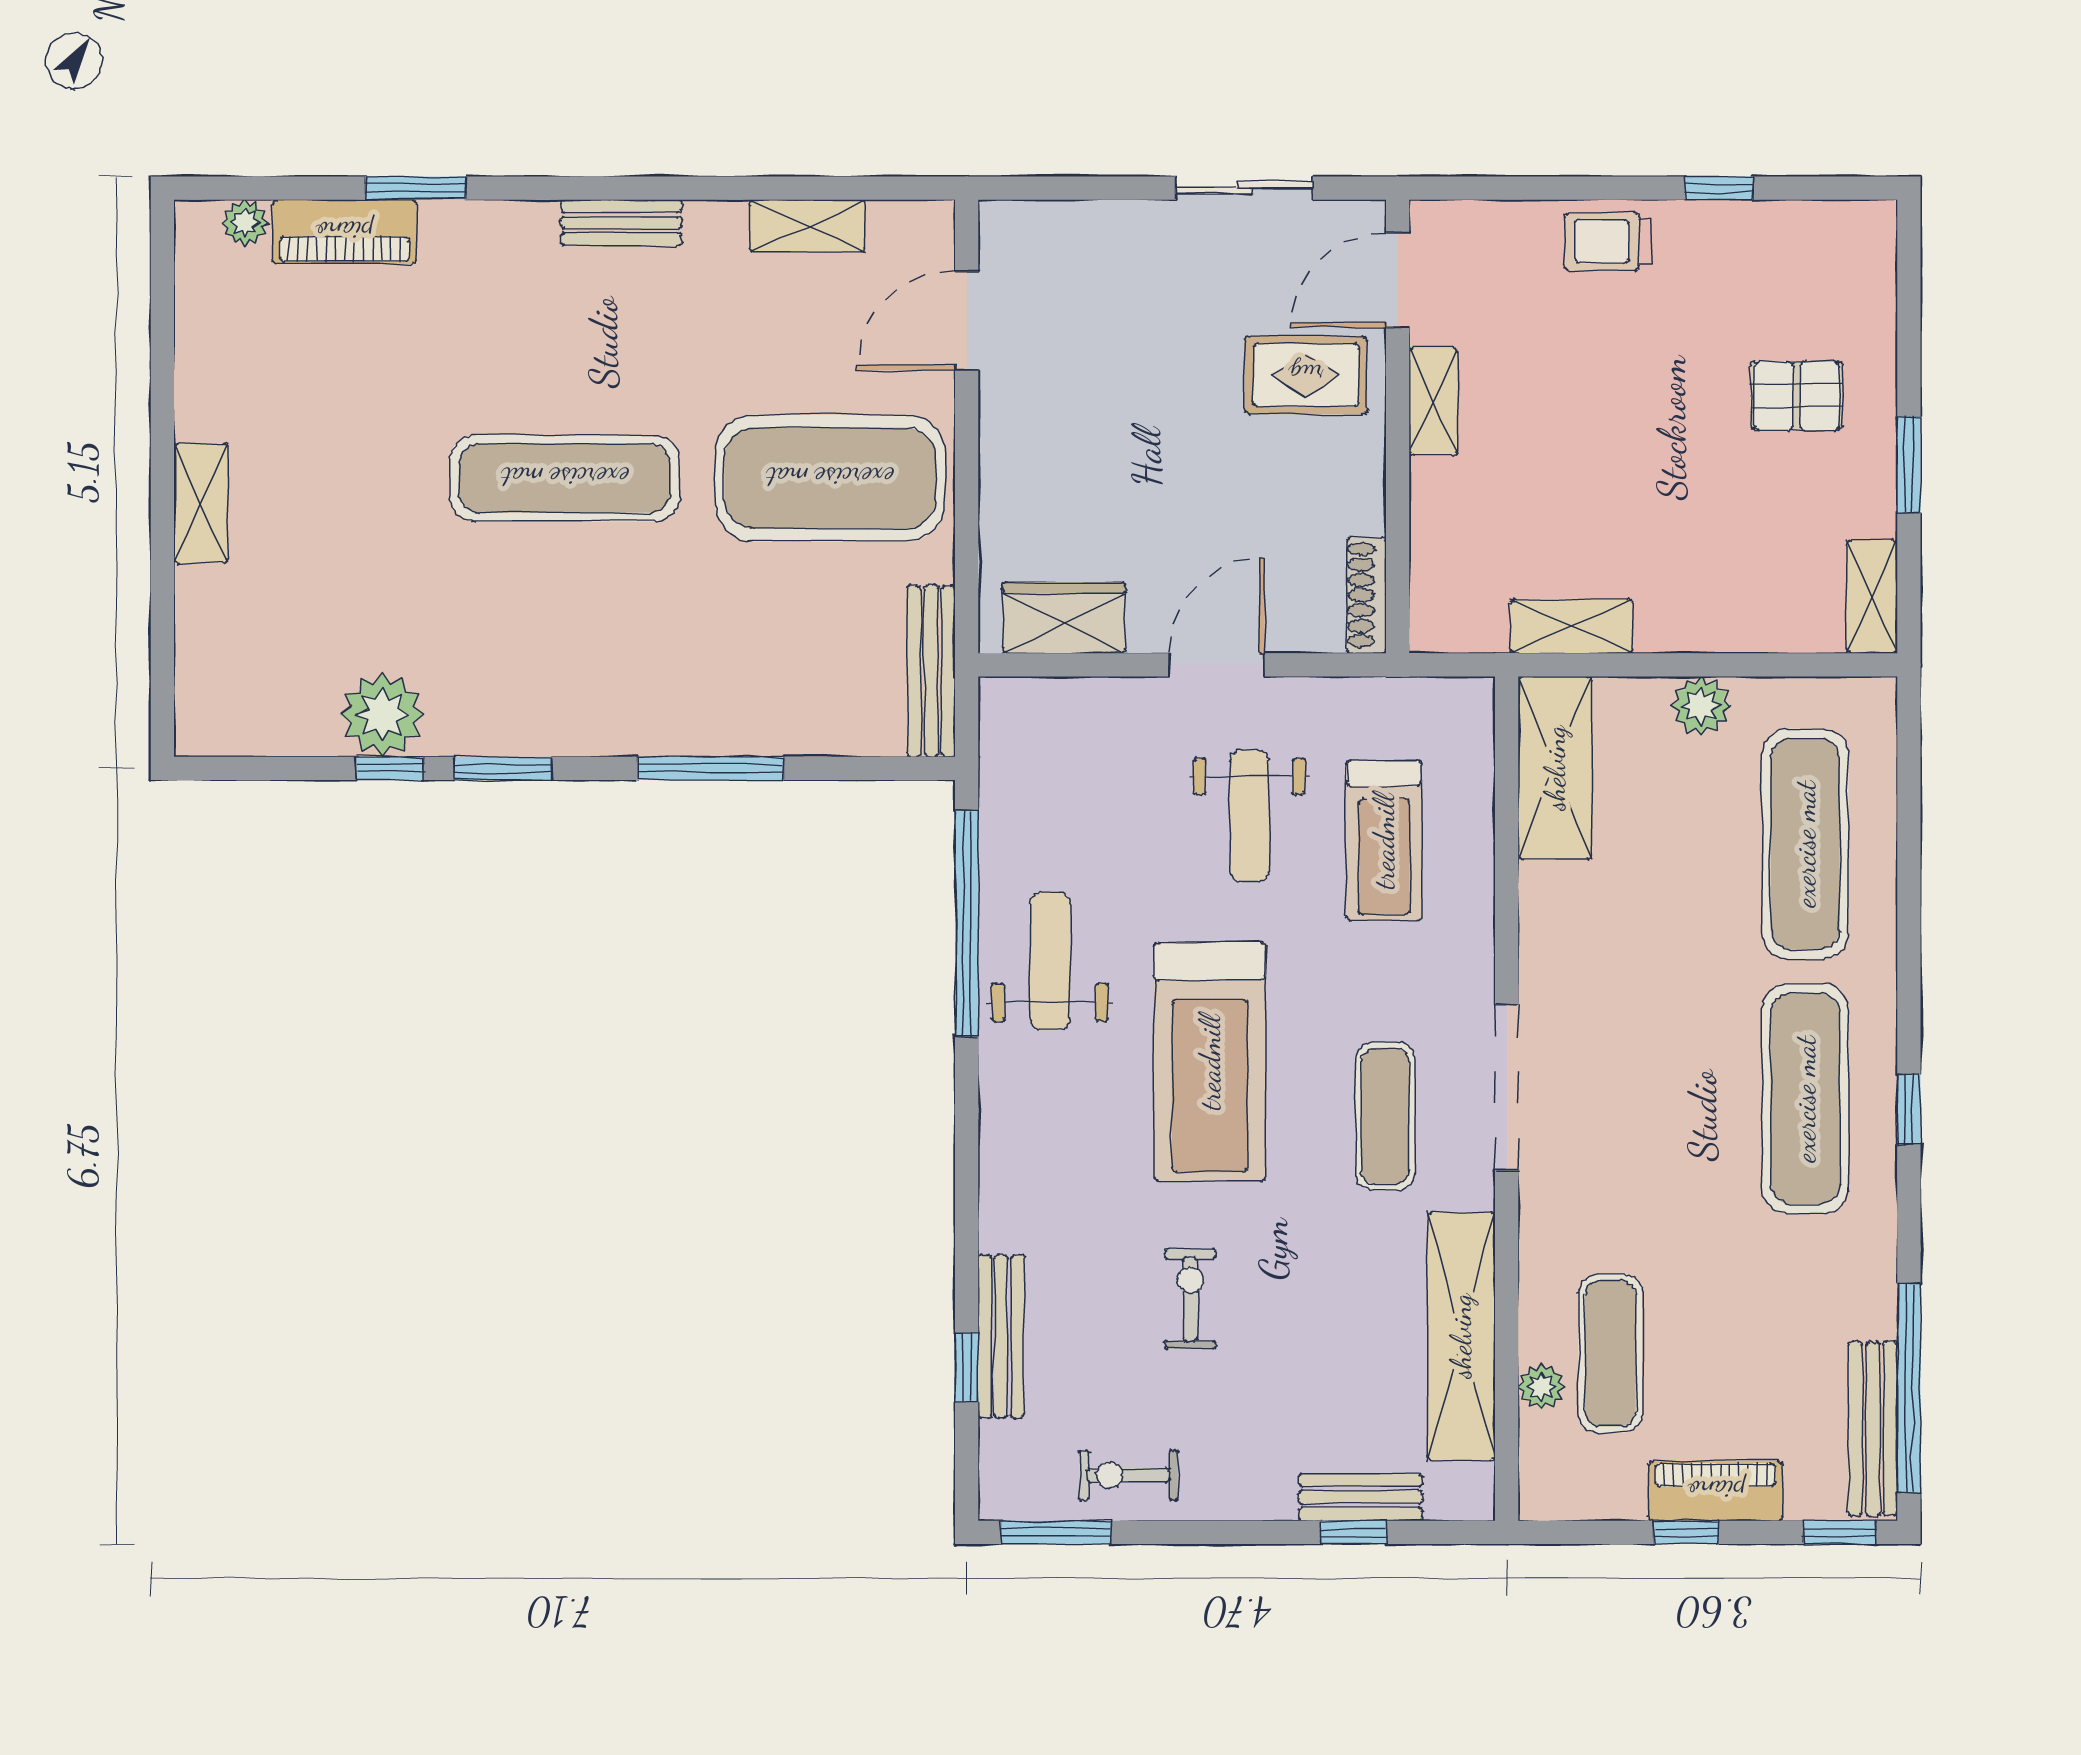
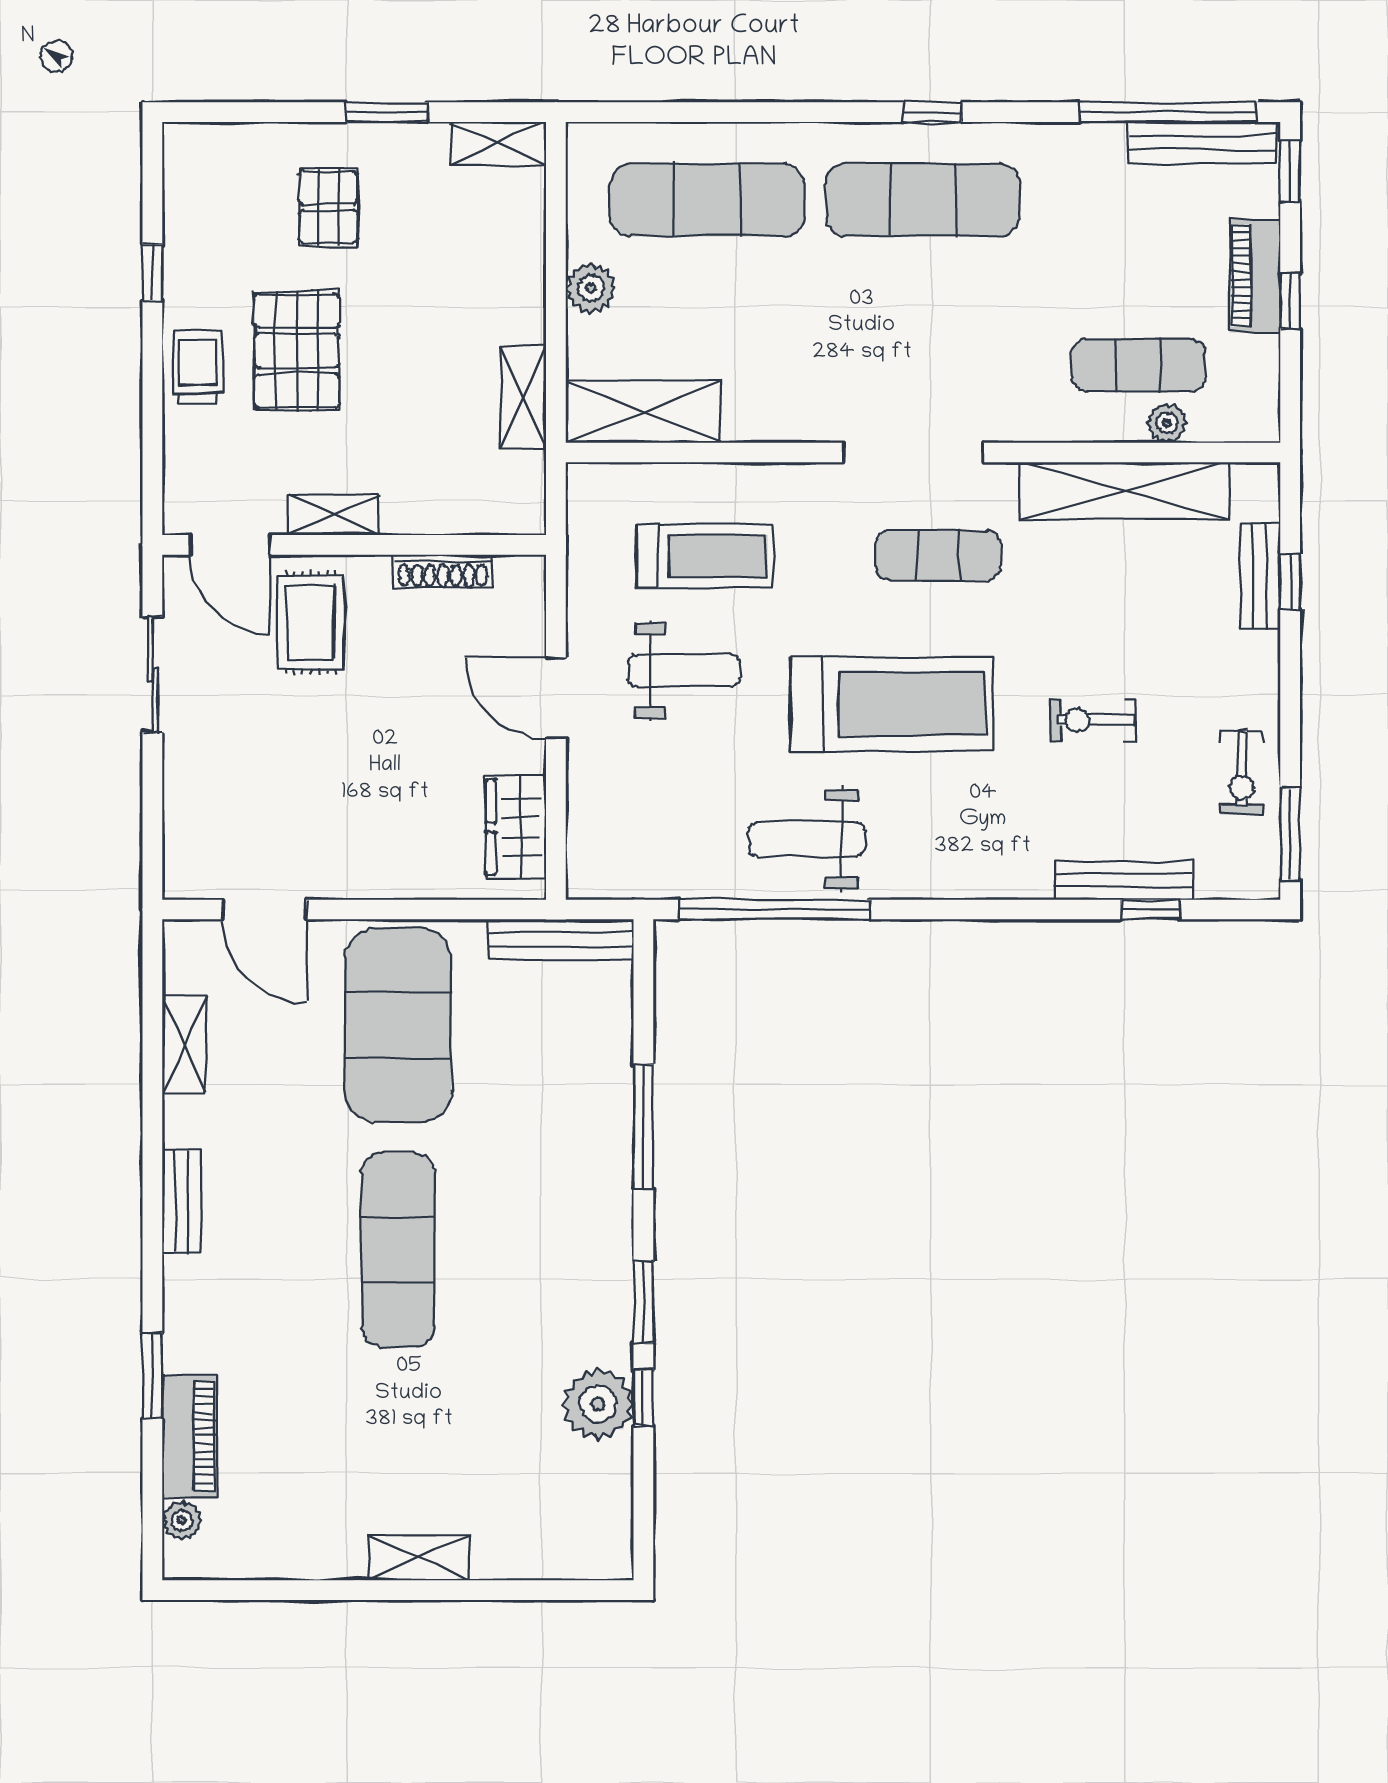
trolley: (1608, 241) -> (198, 367), turned 180
pallet: (1627, 359) -> (297, 351), added
shoe rack: (1366, 595) -> (443, 571), moved

